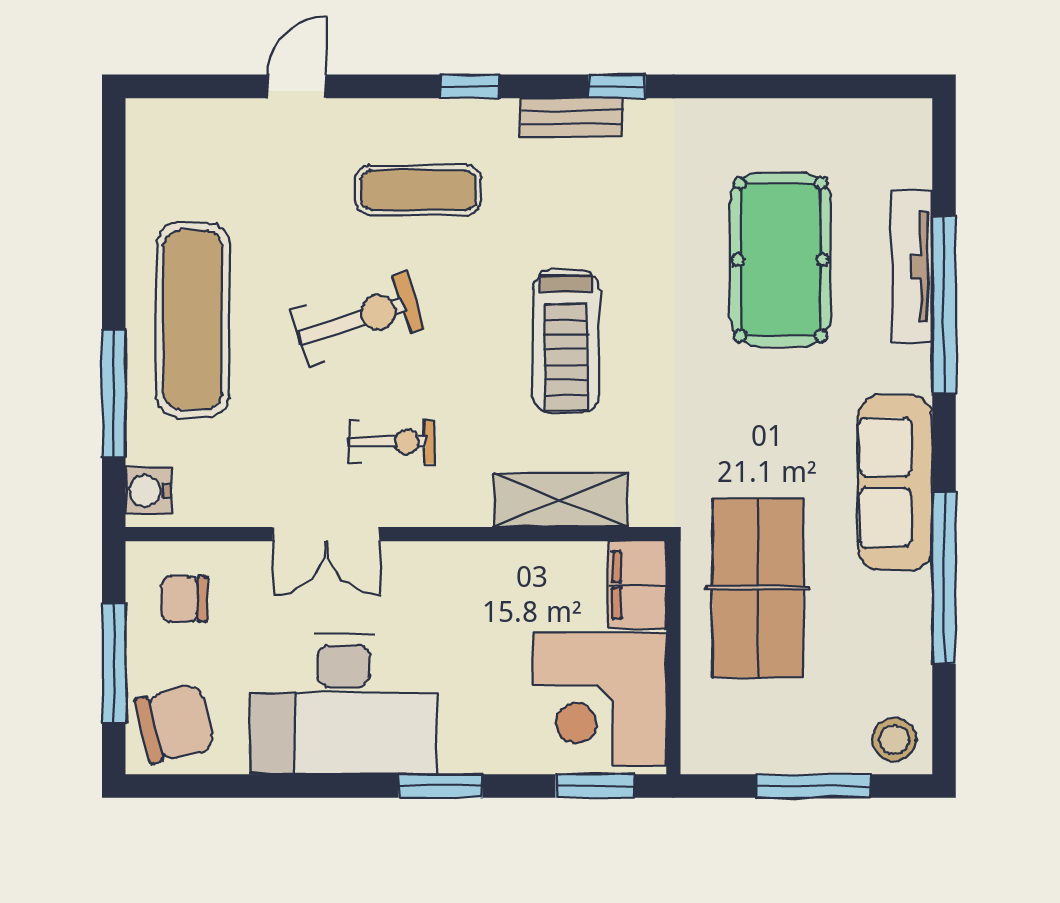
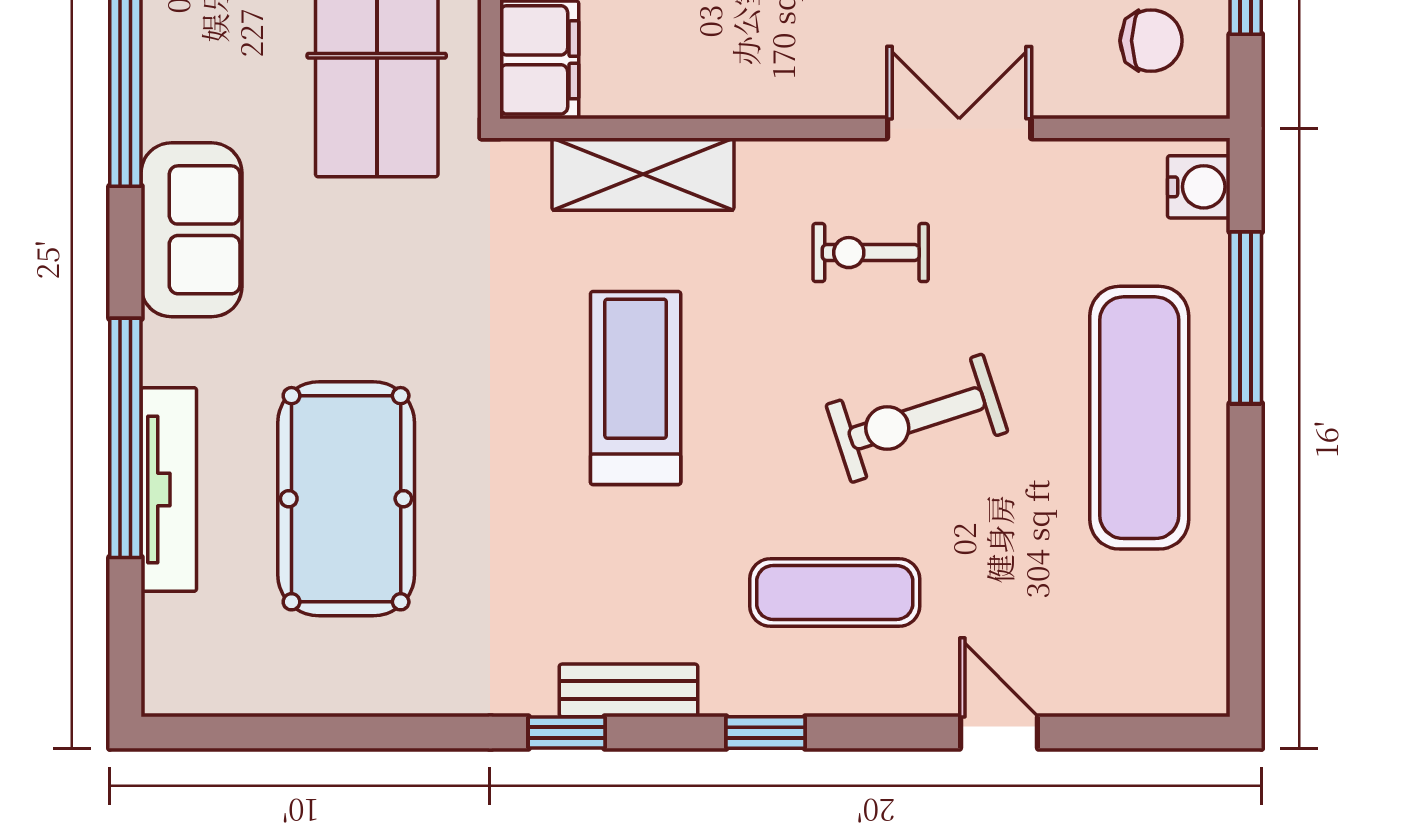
door: (297, 86) -> (999, 732), swing flipped
sofa: (895, 482) -> (192, 230), width x0.73

